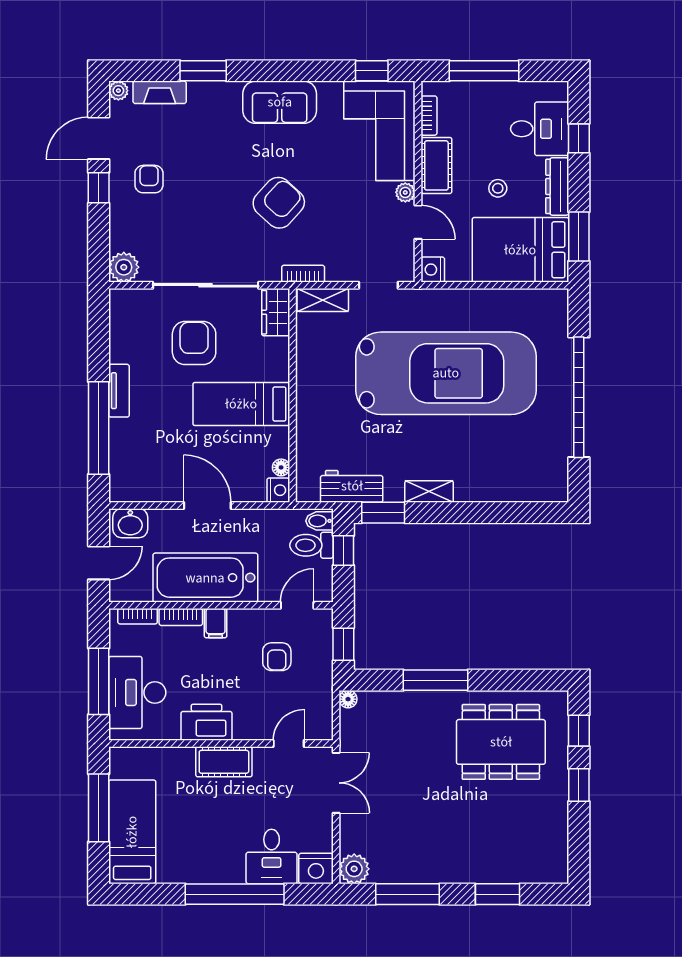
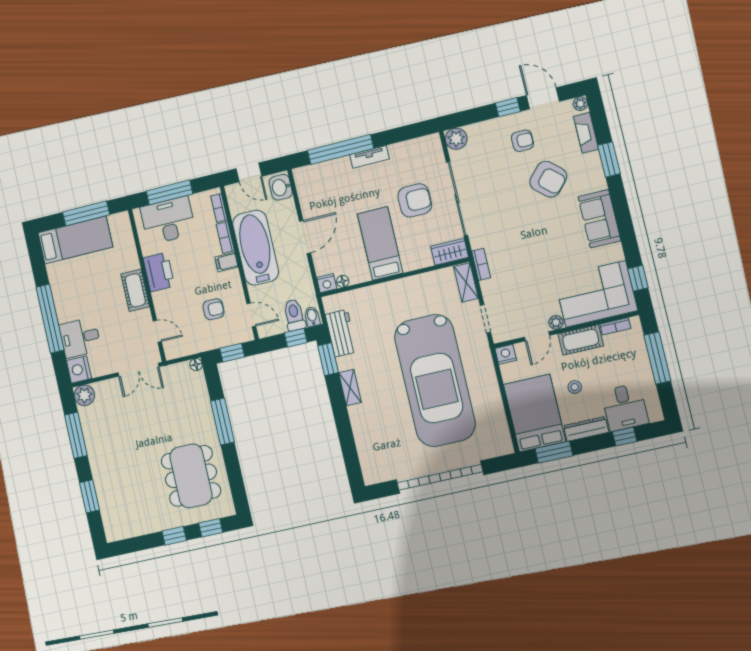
armchair: (279, 203) -> (548, 179), moved
armchair: (277, 657) -> (213, 309), turned 180

